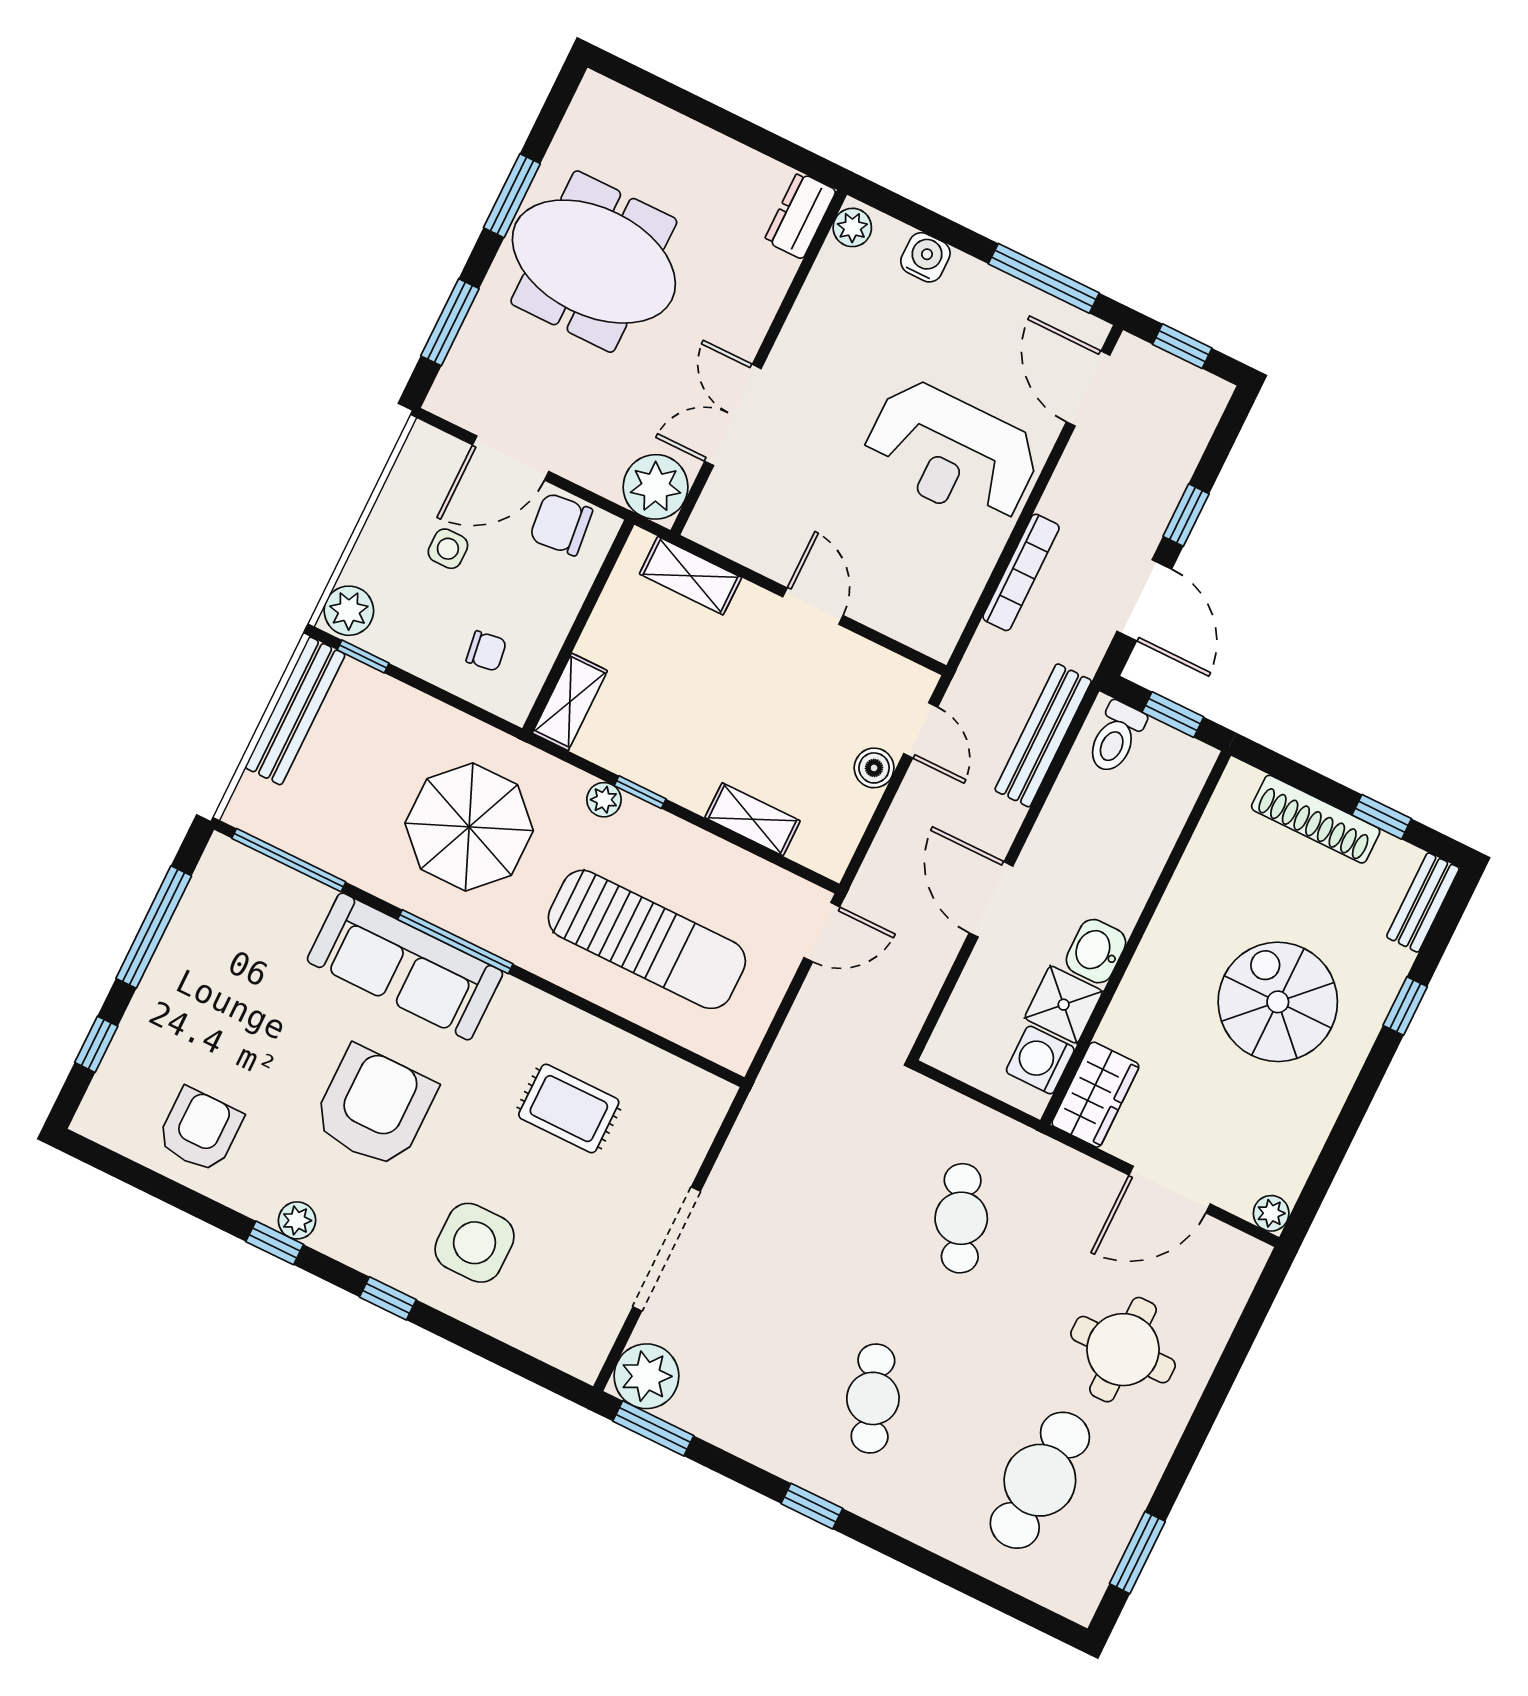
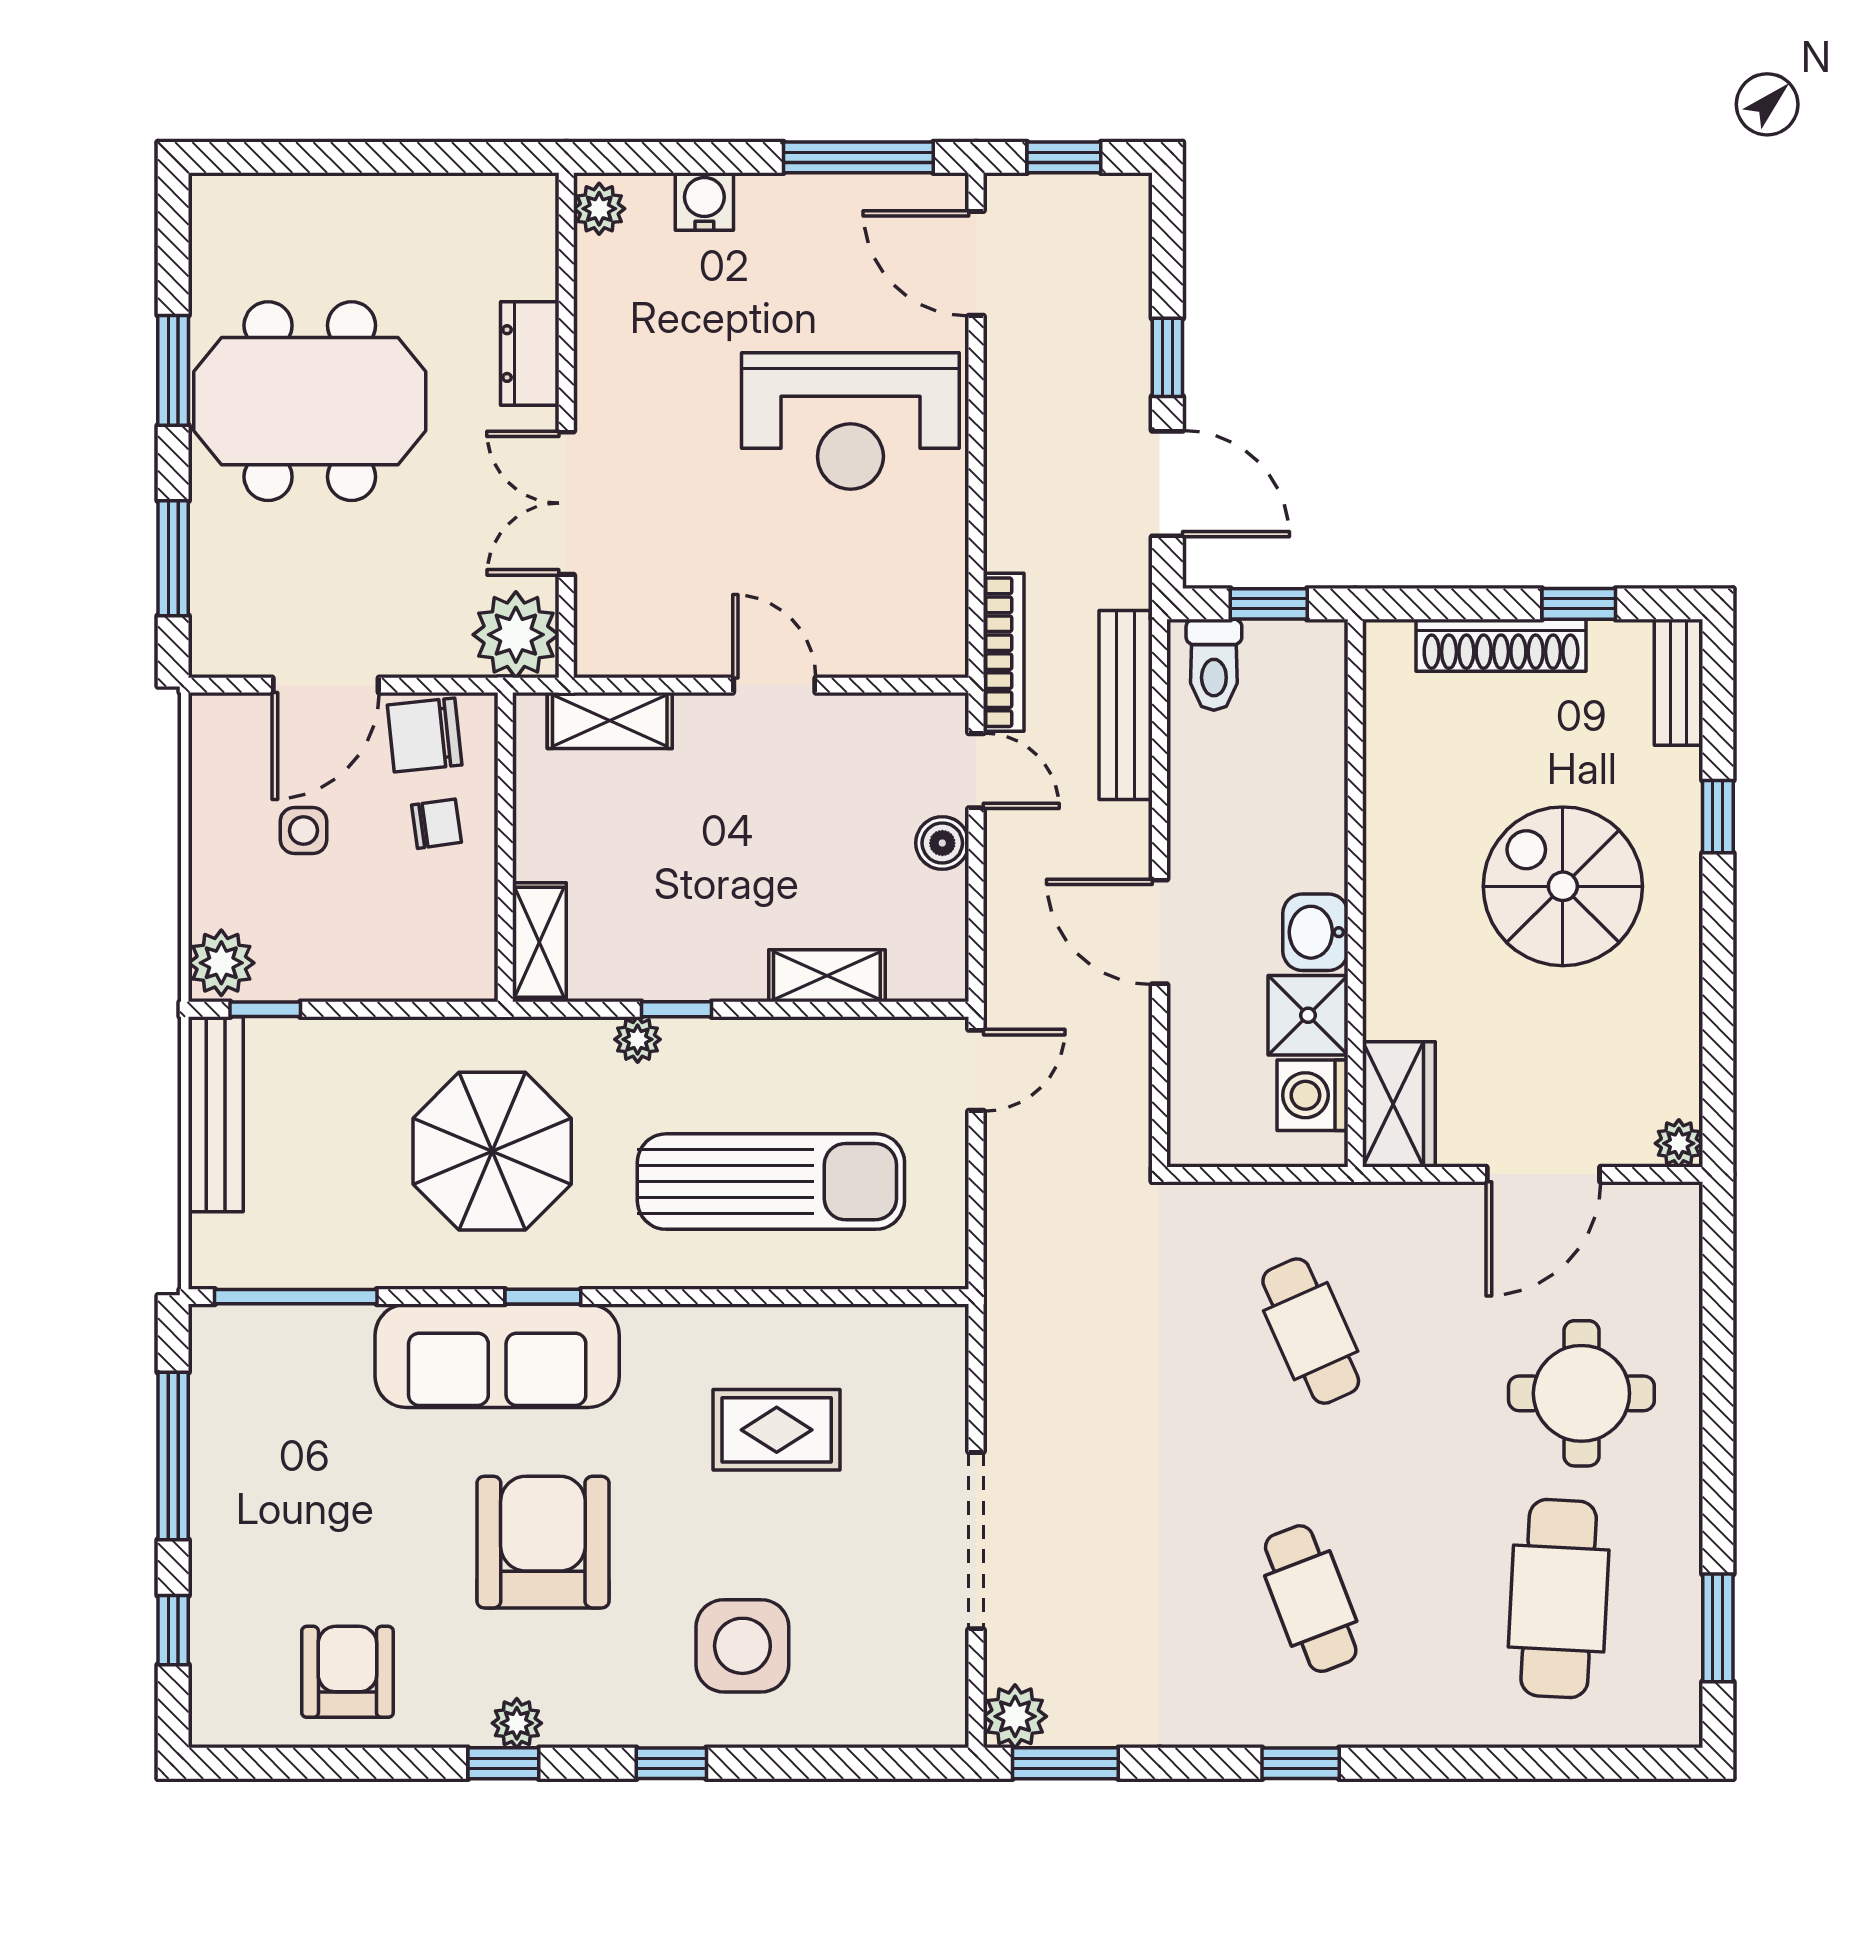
dresser: (800, 215) -> (530, 354), moved
bookcase: (1021, 572) -> (1004, 652), moved
chair: (486, 651) -> (436, 824), moved
window: (455, 942) -> (543, 1297), width x0.46
plant: (646, 1376) -> (1015, 1716), width x0.73, depth x0.73

